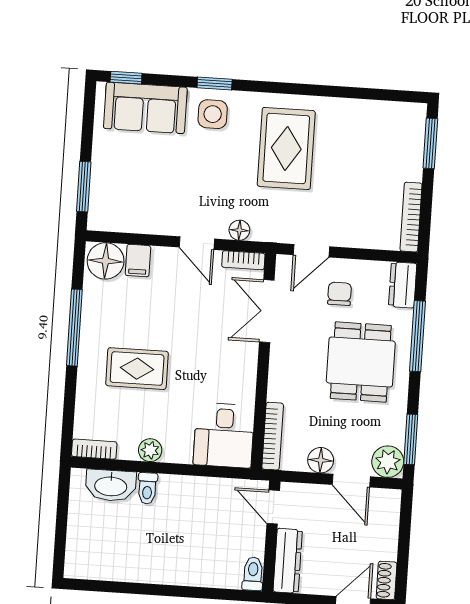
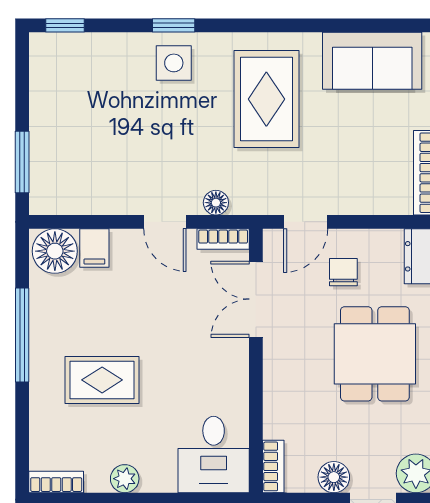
sofa: (145, 108) -> (372, 61), moved
bookcase: (273, 436) -> (273, 466), width x0.64

